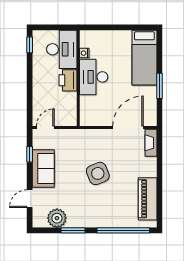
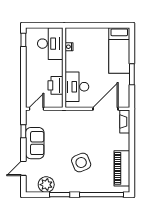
desk: (94, 77) -> (77, 87), moved
printer: (68, 80) -> (55, 85), moved
side table: (98, 173) -> (81, 162), moved

